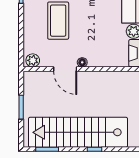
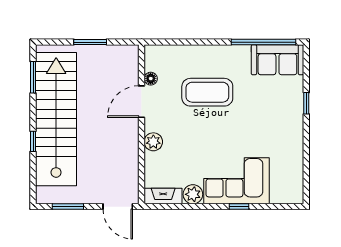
plant: (33, 60) -> (153, 142), moved
floor lamp: (82, 62) -> (151, 79), moved

